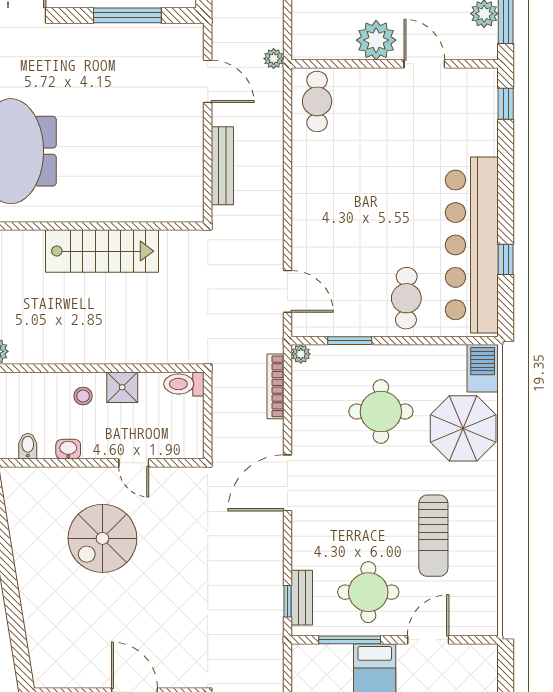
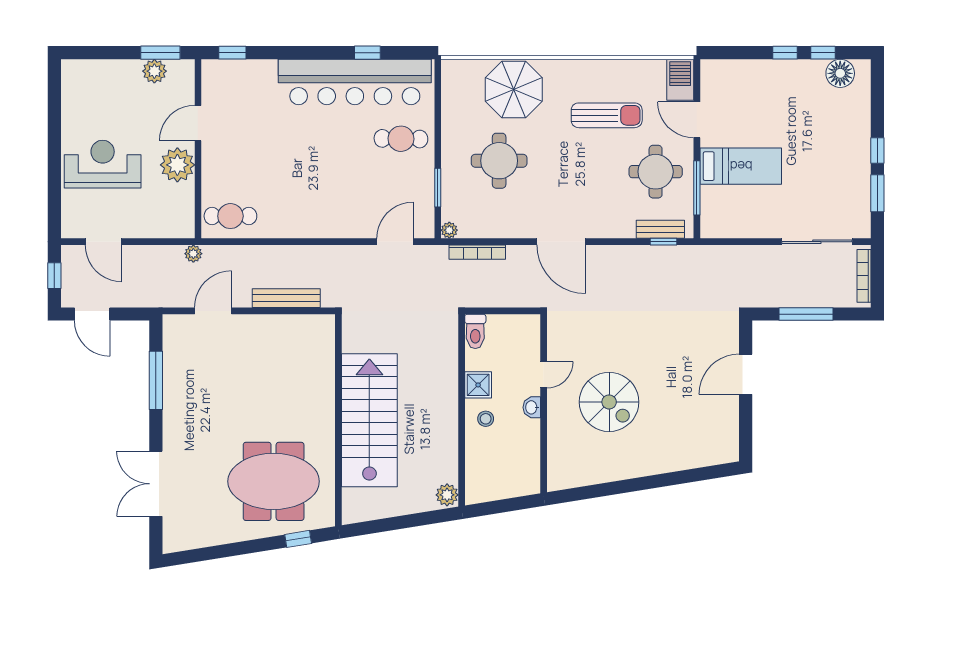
stairs: (102, 251) -> (369, 420), width x1.36, depth x1.51
barbecue: (483, 368) -> (680, 80), moved, turned 90
bidet: (28, 446) -> (529, 467), removed
washbasin: (68, 449) -> (532, 407), moved

